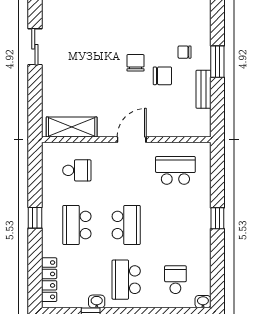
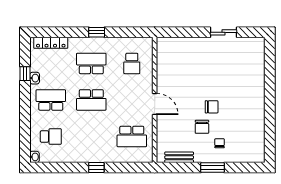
bench: (203, 89) -> (179, 157), moved
shelving: (72, 127) -> (164, 60), removed
school desk: (175, 170) -> (132, 136), turned 90

